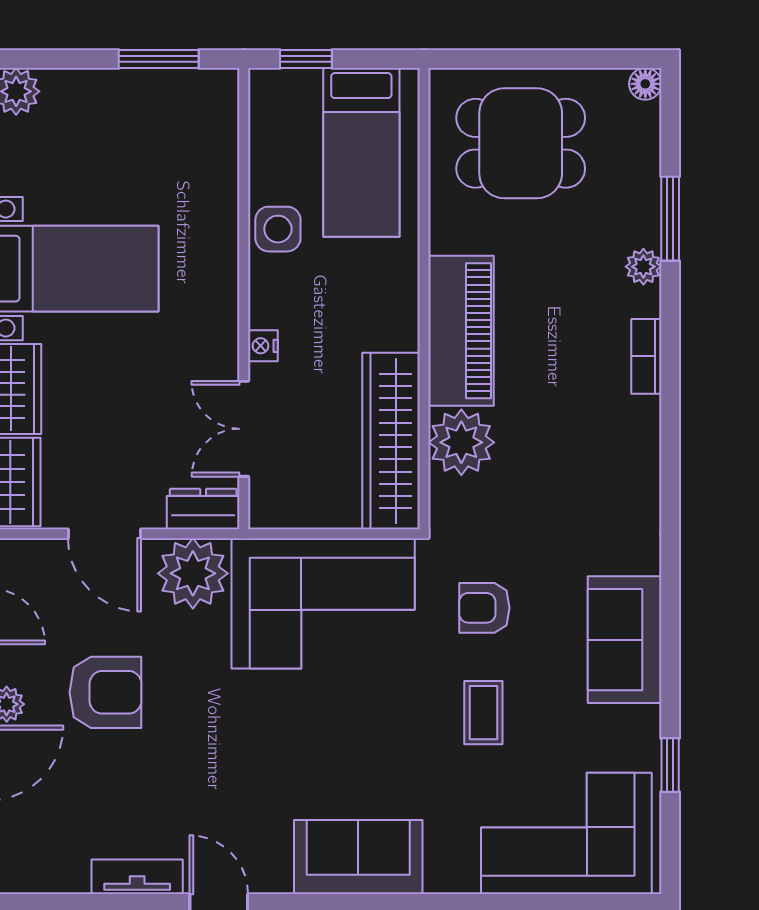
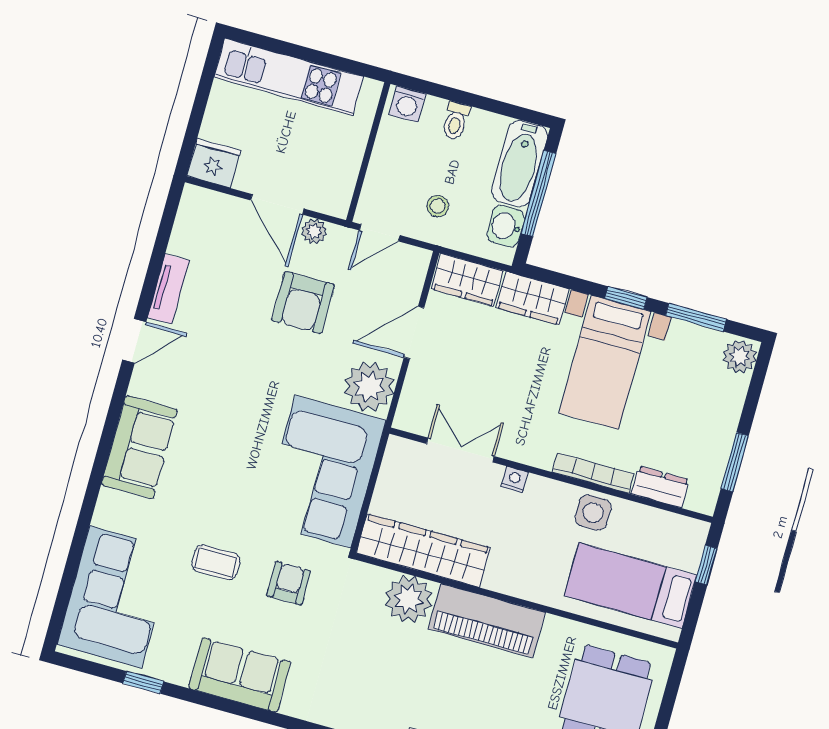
bookcase: (225, 244) -> (593, 473), added
dresser: (203, 509) -> (660, 487), moved, turned -90

